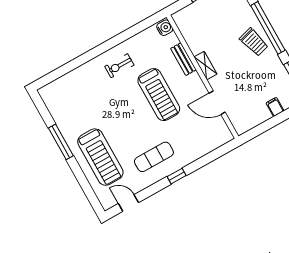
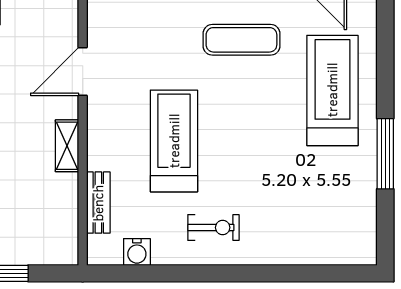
water cooler: (165, 28) -> (137, 252), moved, turned -90
bench: (183, 59) -> (98, 203), moved
door: (217, 103) -> (83, 71), swing flipped

